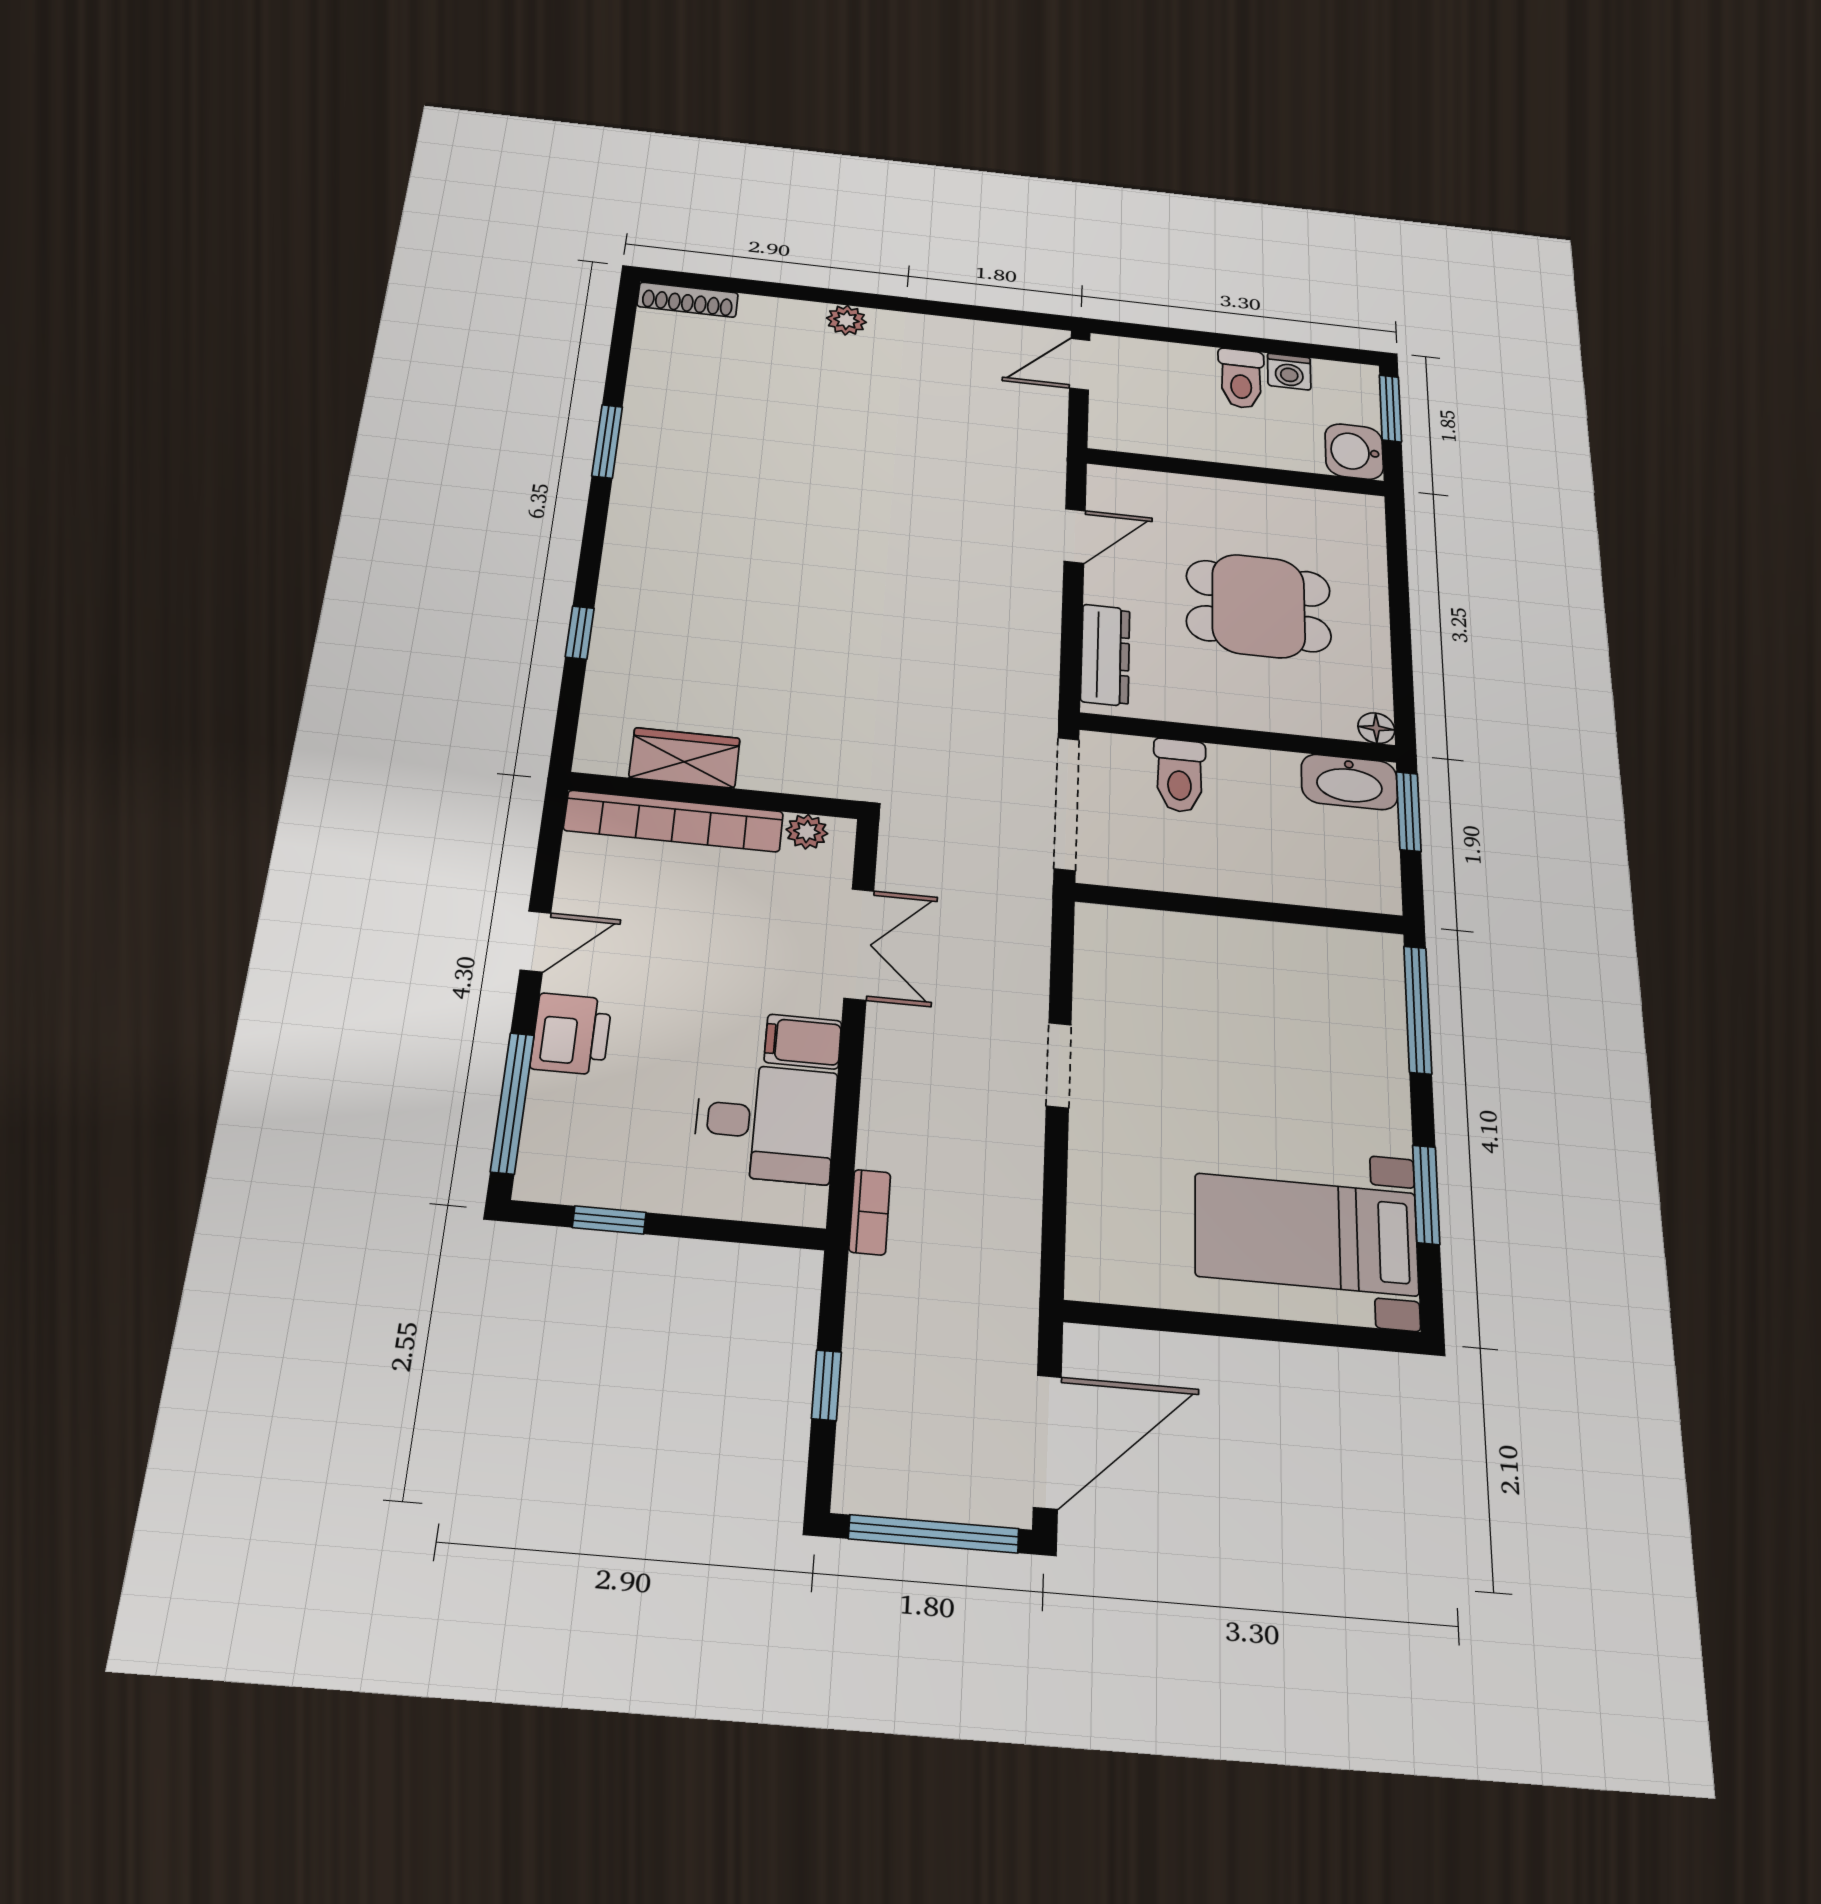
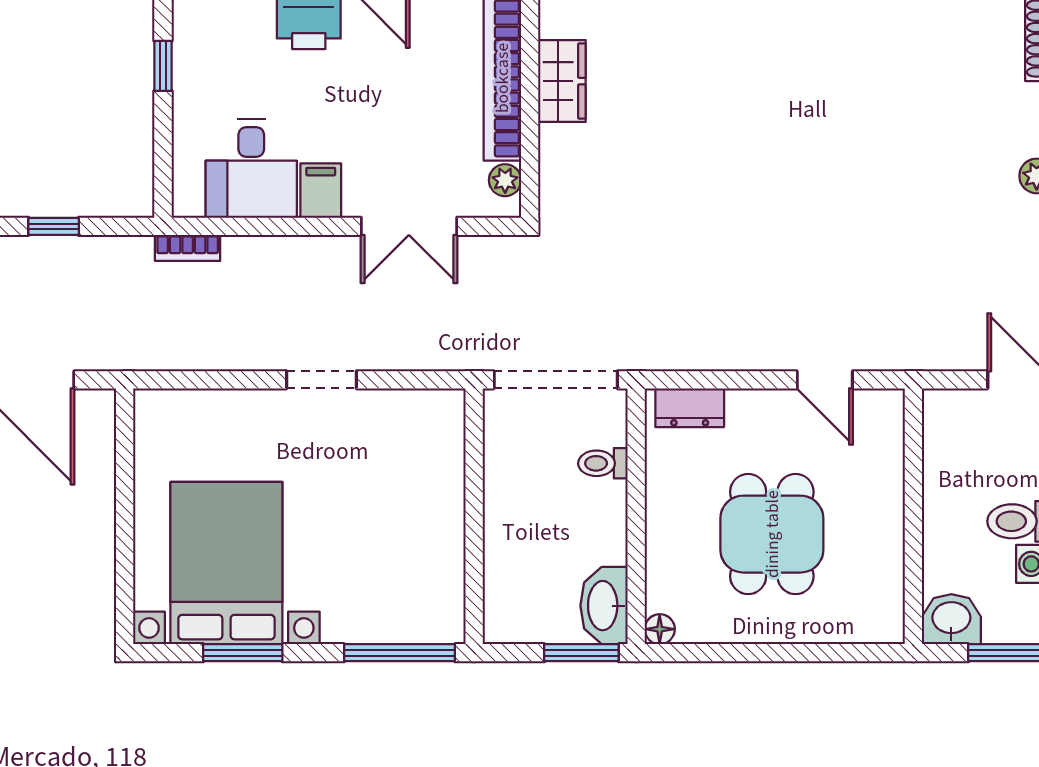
dresser: (1105, 655) -> (690, 408), width x0.70
toilet: (1180, 775) -> (603, 463), width x0.73, depth x0.72
bed with nightstands: (1306, 1234) -> (226, 563), width x1.36

